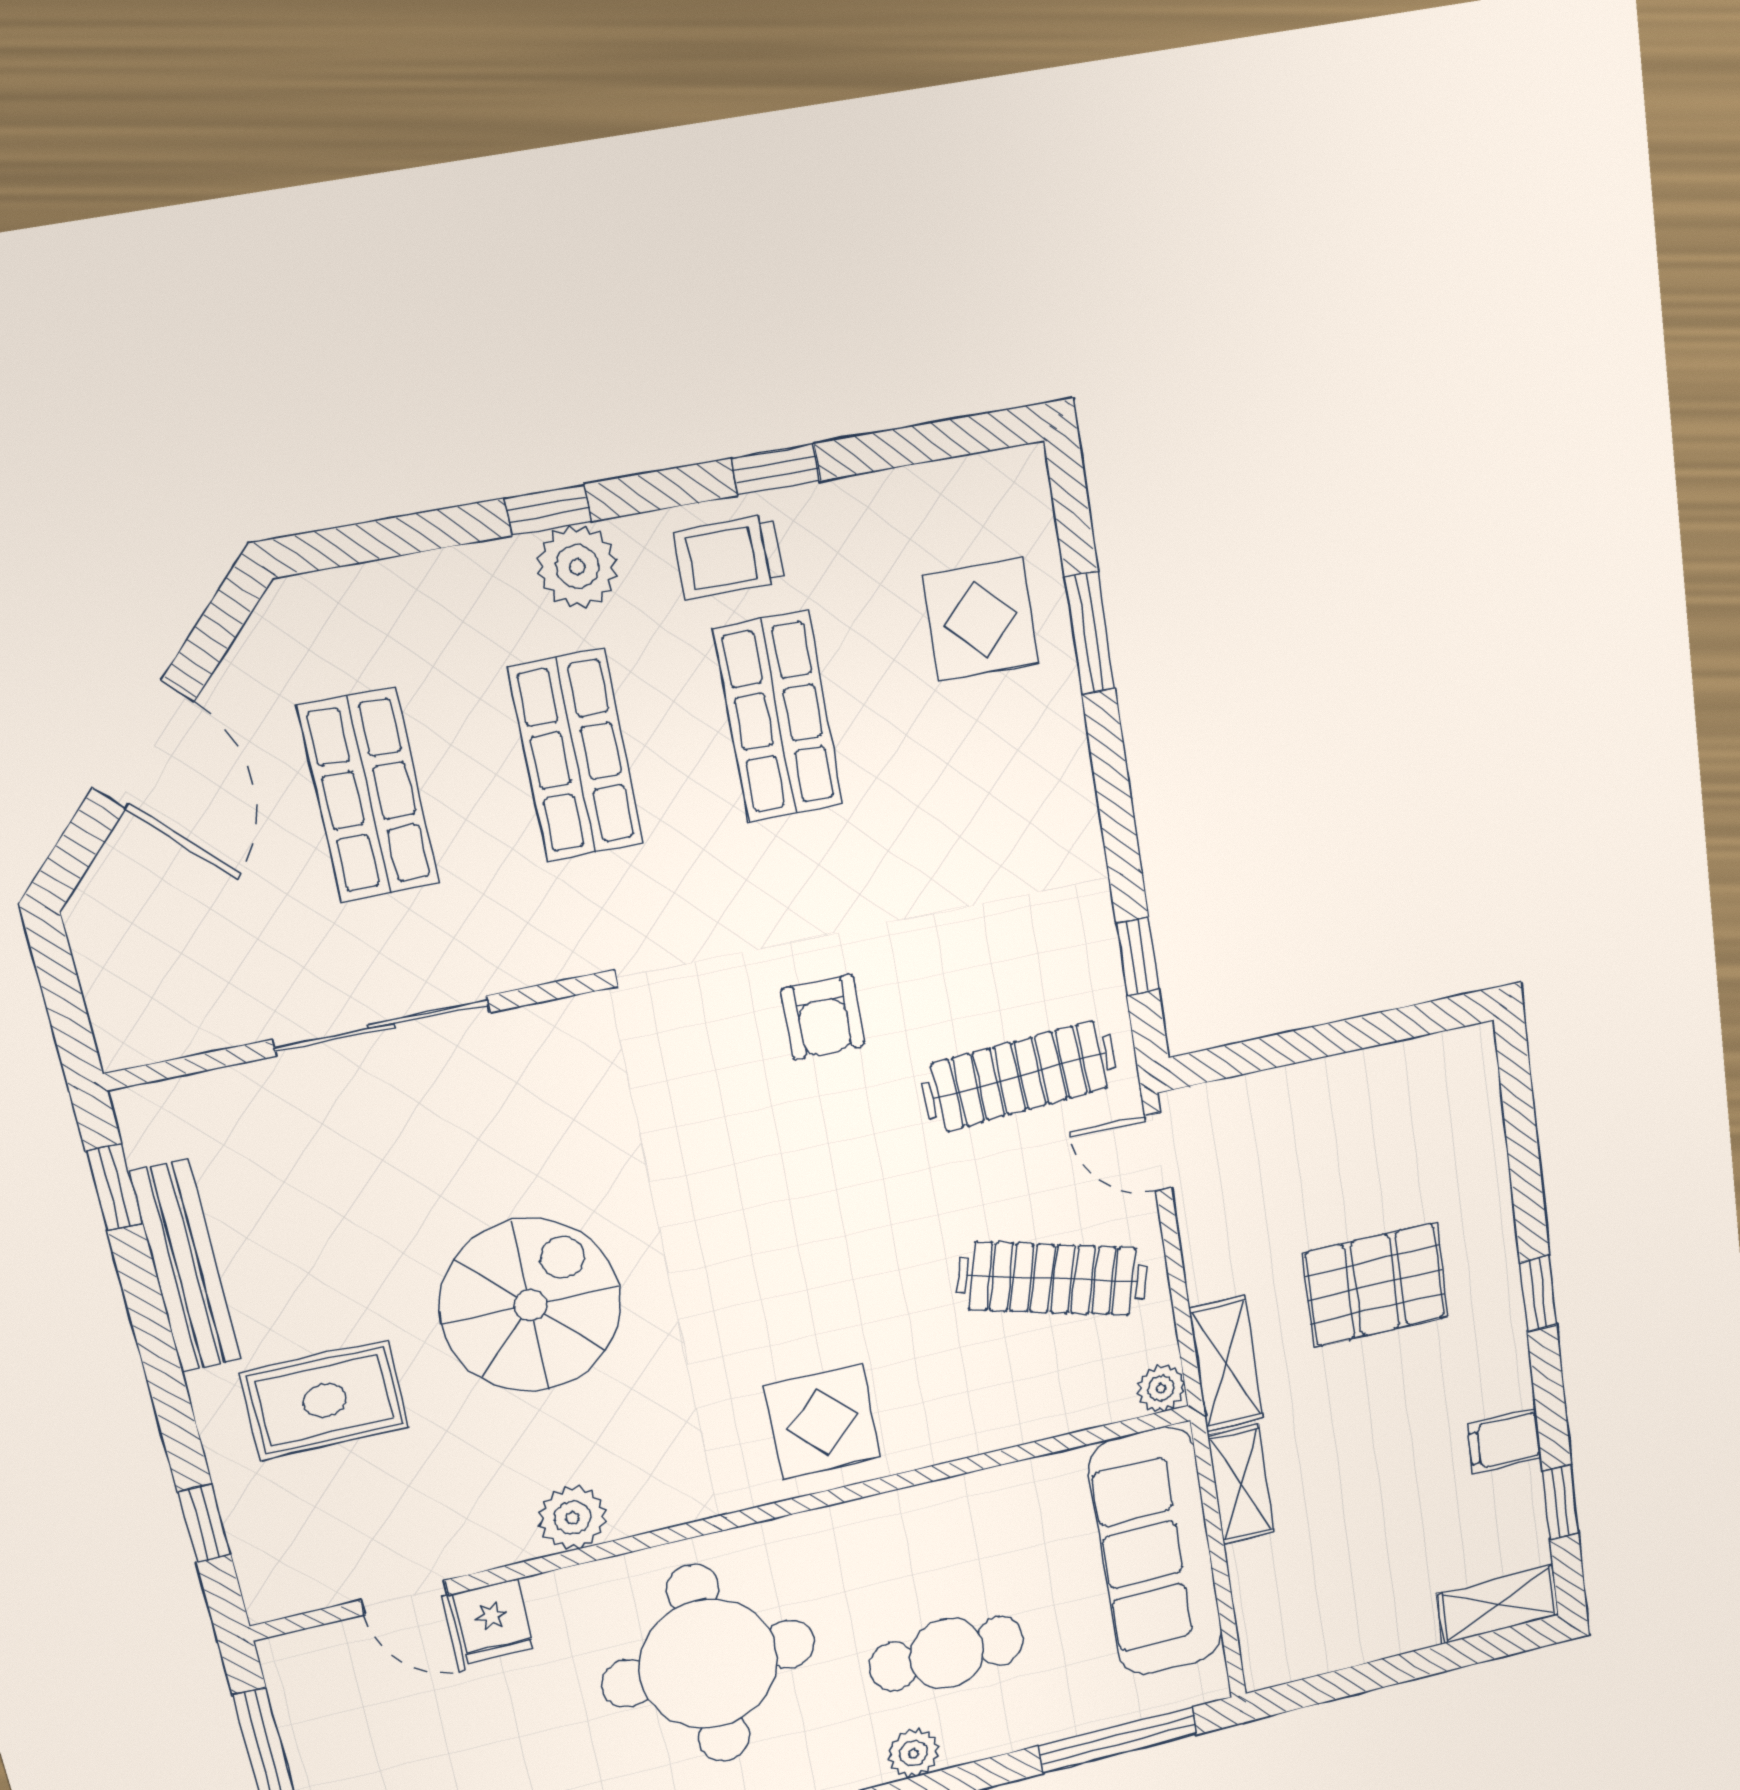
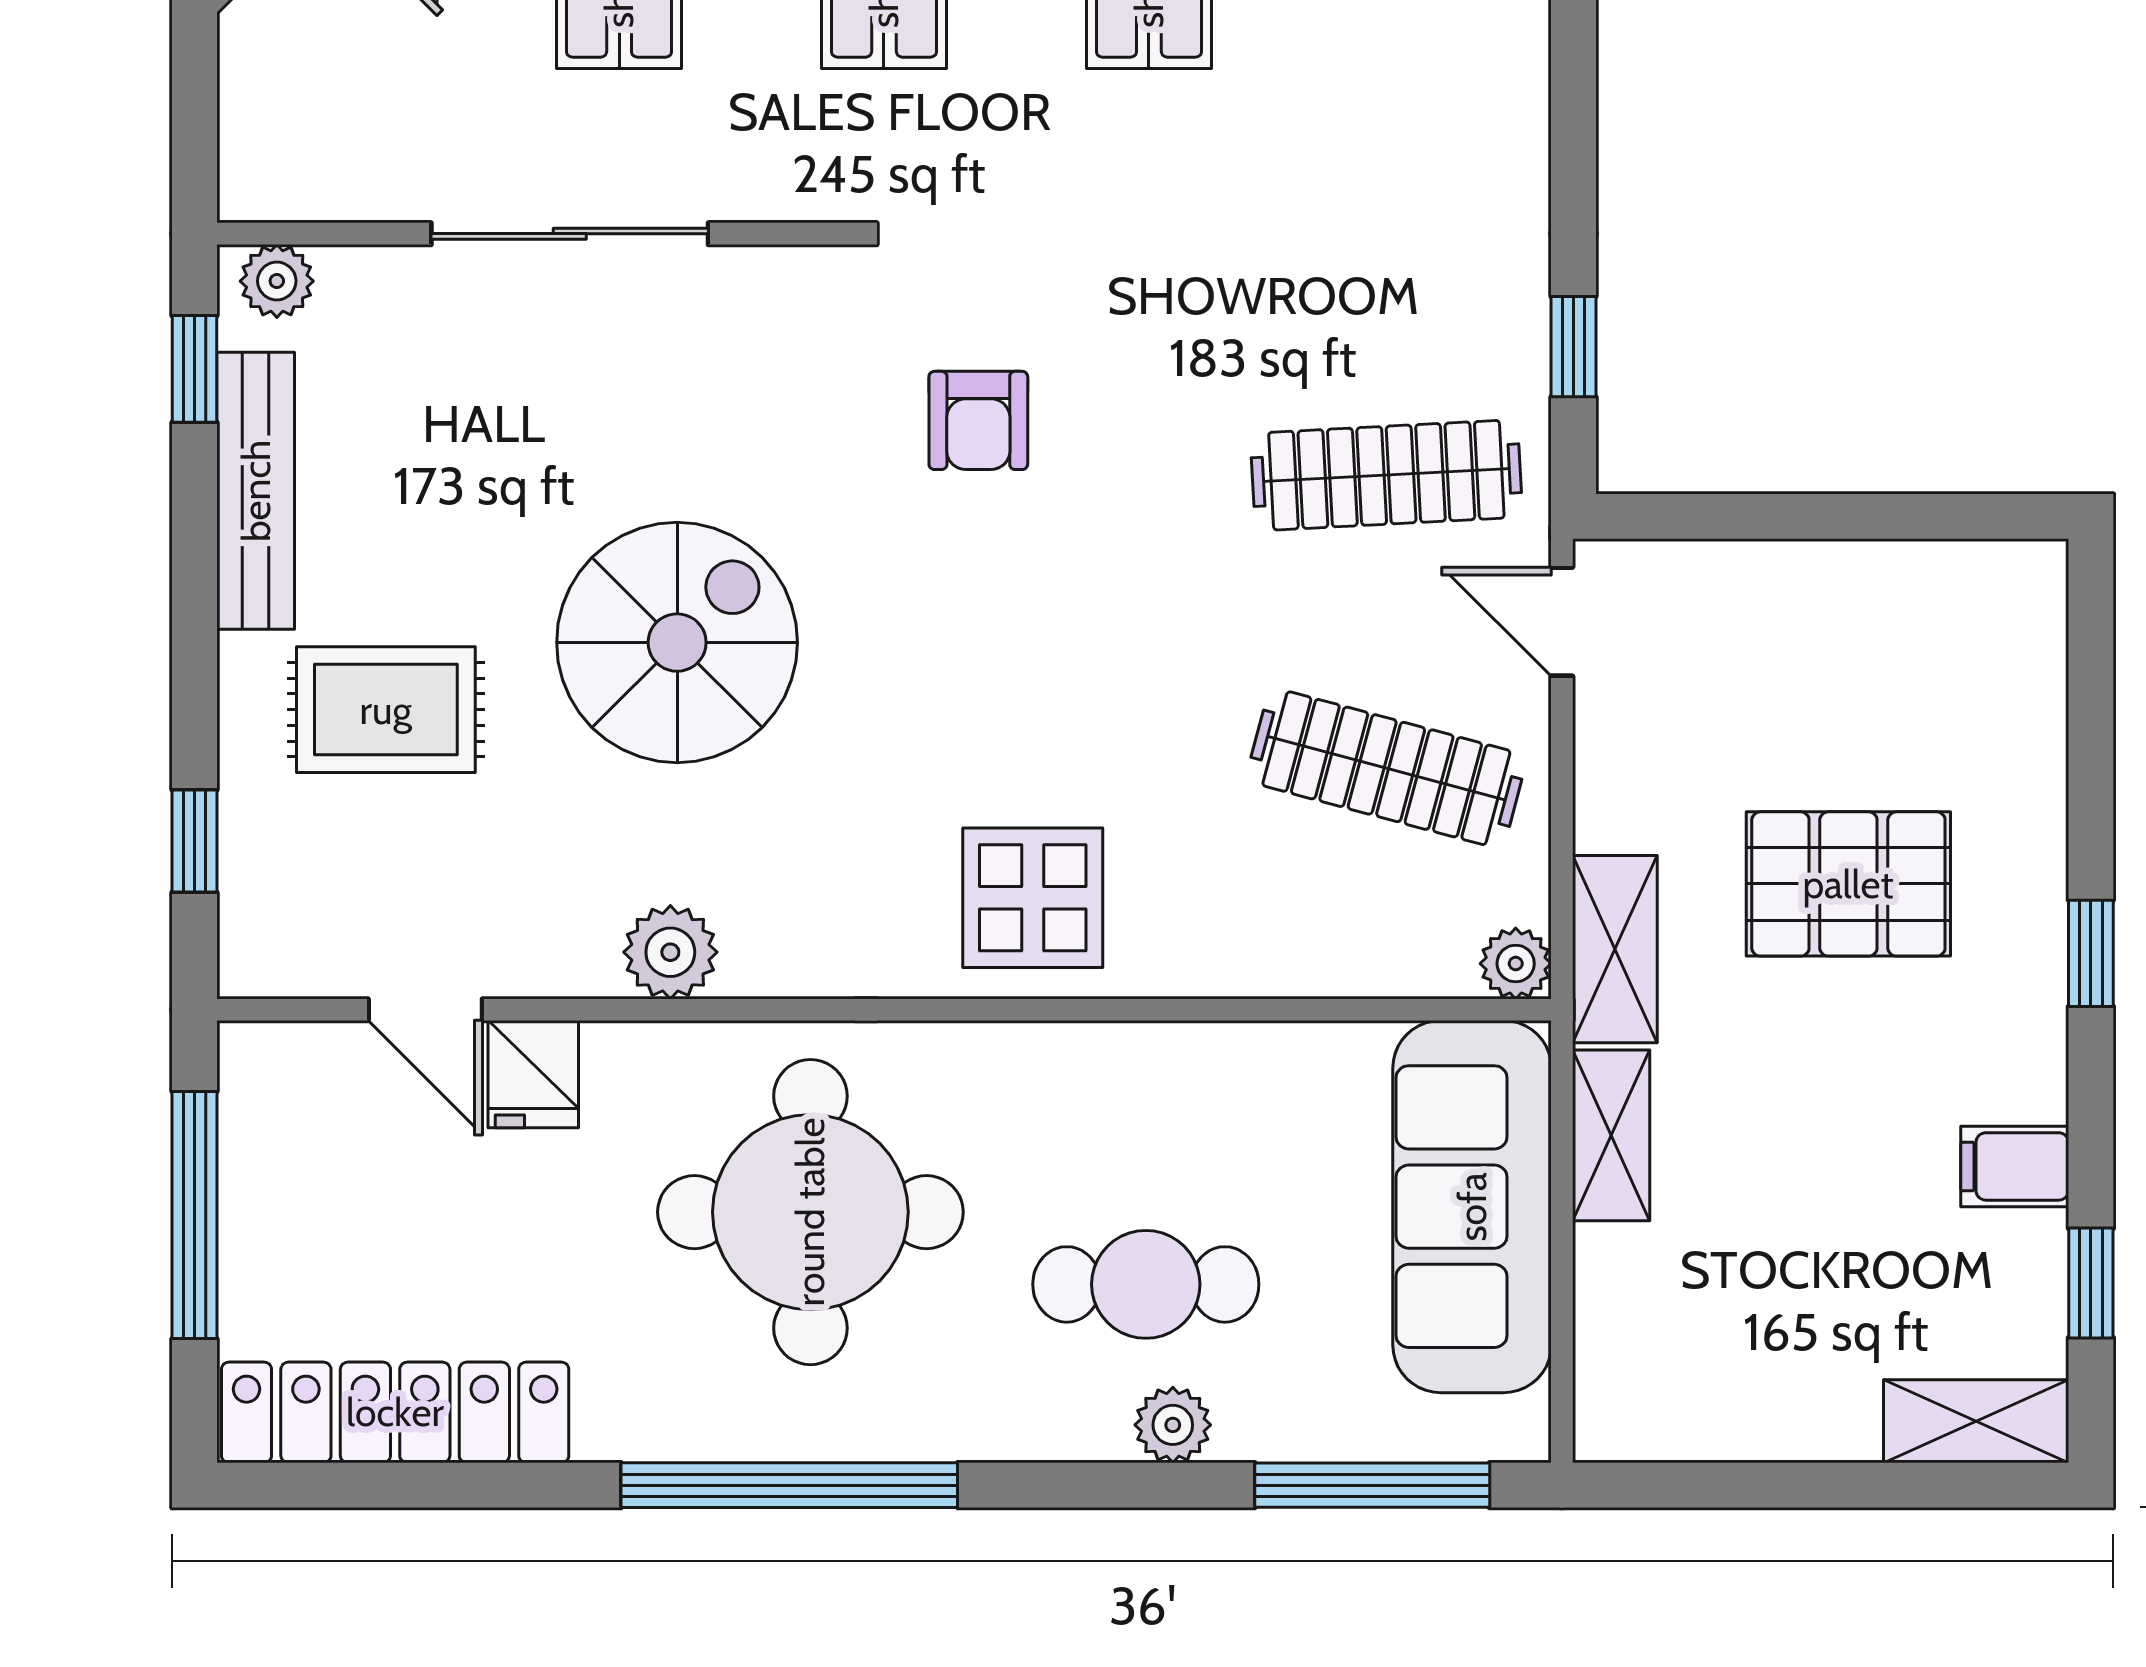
armchair: (823, 1017) -> (978, 420), moved
plant: (162, 1108) -> (277, 281), added
plant: (913, 1753) -> (1173, 1425), moved

